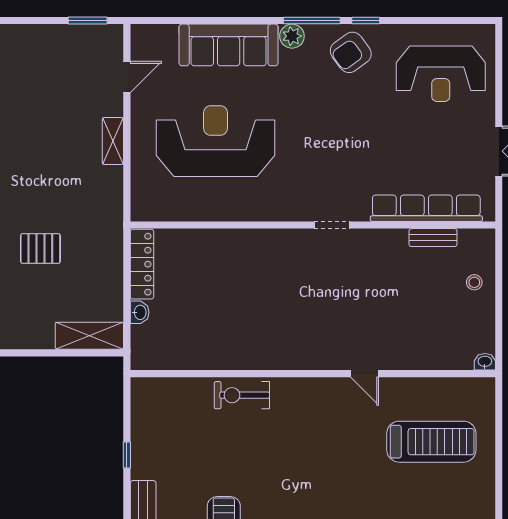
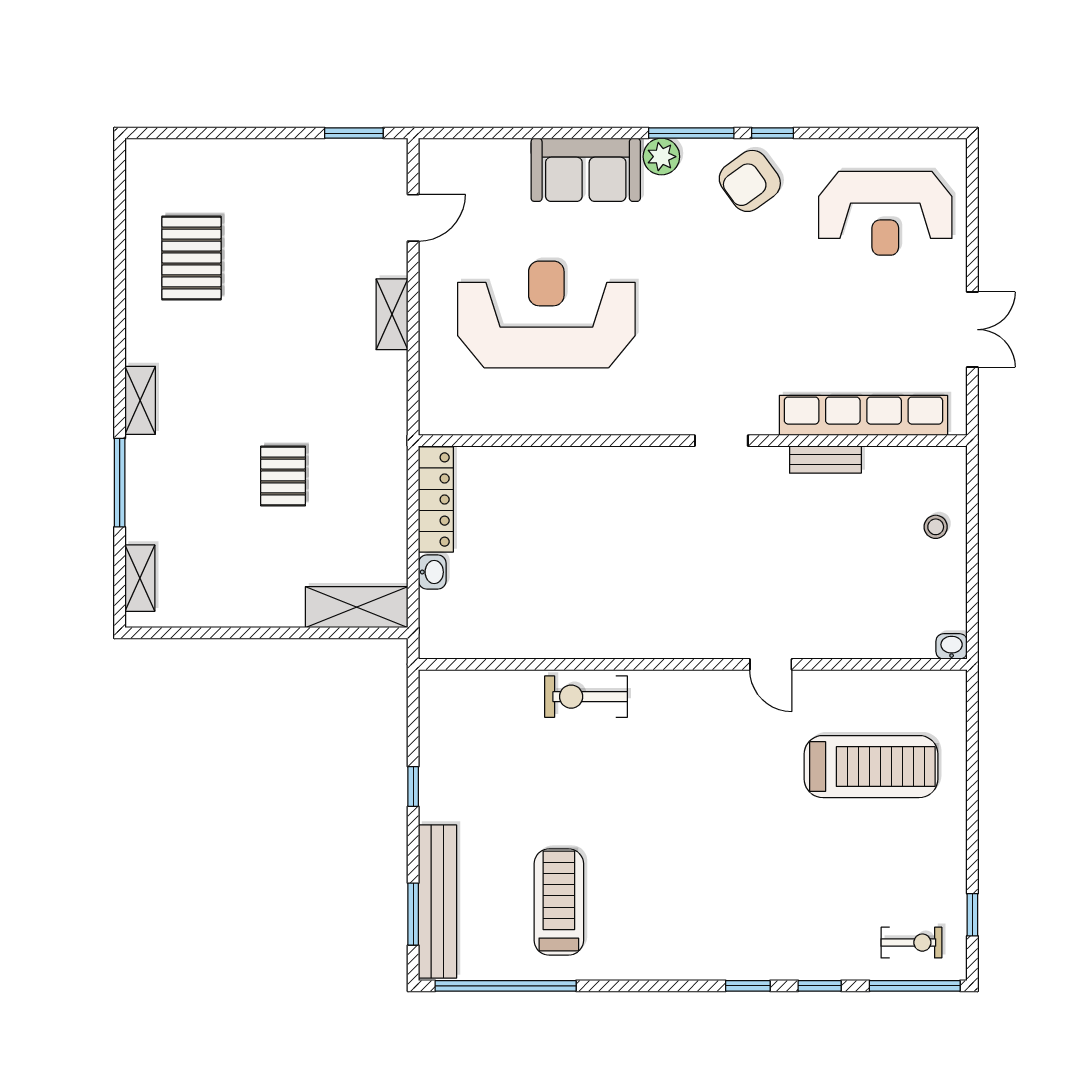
sofa: (229, 45) -> (586, 170), width x0.73
bench: (433, 238) -> (825, 460), moved
pallet: (40, 249) -> (283, 476), turned 90

